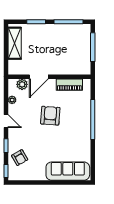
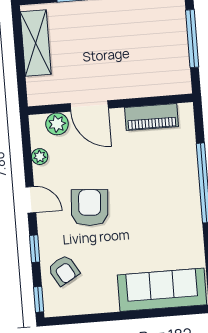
door: (39, 77) -> (89, 106), hinge flipped
armchair: (50, 116) -> (90, 208), moved

